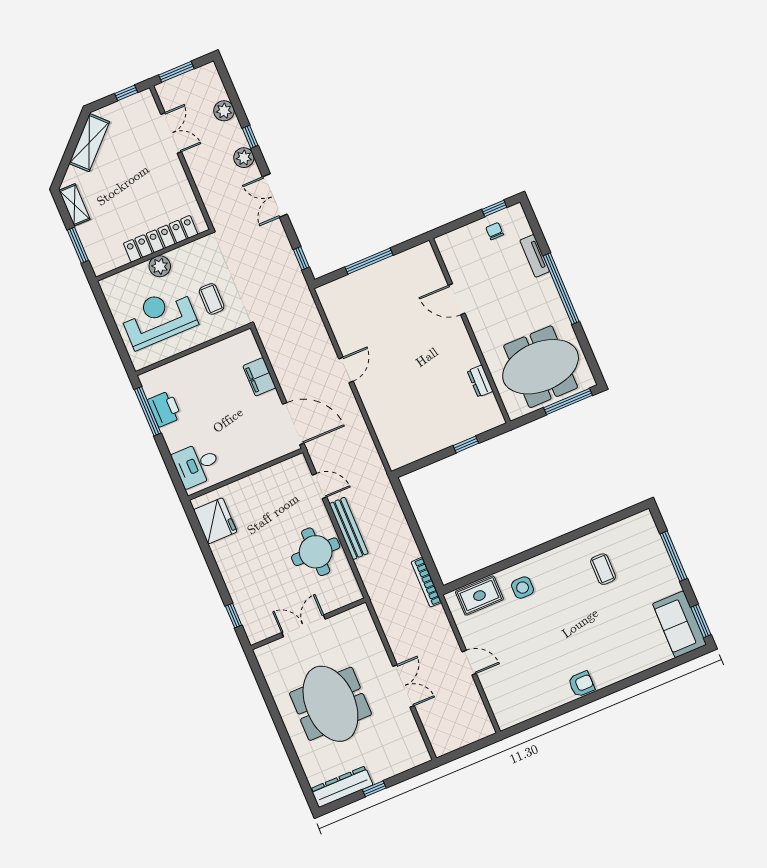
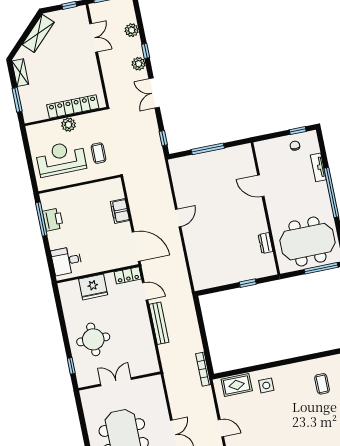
locker: (290, 468) -> (128, 275), added
fridge: (215, 521) -> (93, 287), moved, turned 90
round table: (316, 552) -> (93, 339), moved

